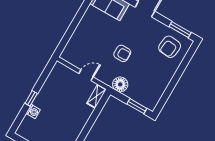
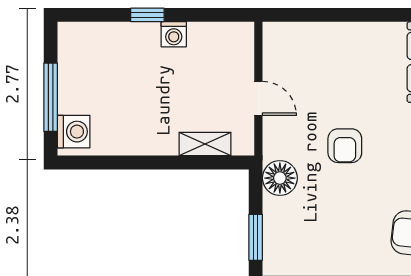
shelving: (96, 96) -> (205, 144), moved
washing machine: (33, 112) -> (174, 34), moved

